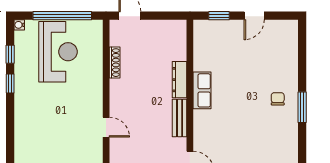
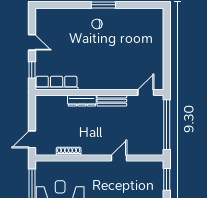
row of seats: (202, 90) -> (57, 83), moved, width x1.48

